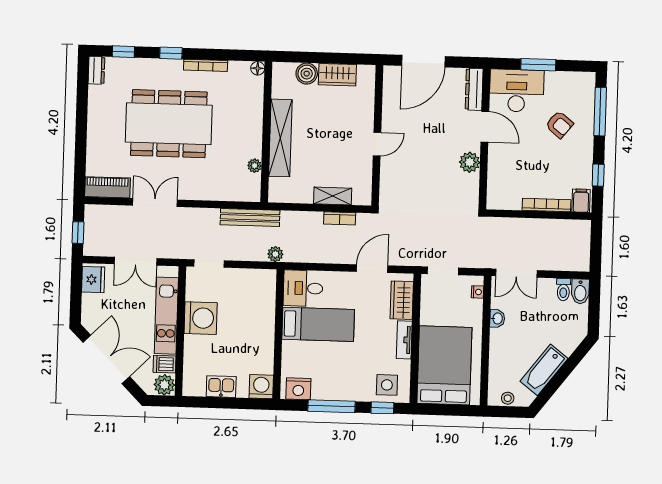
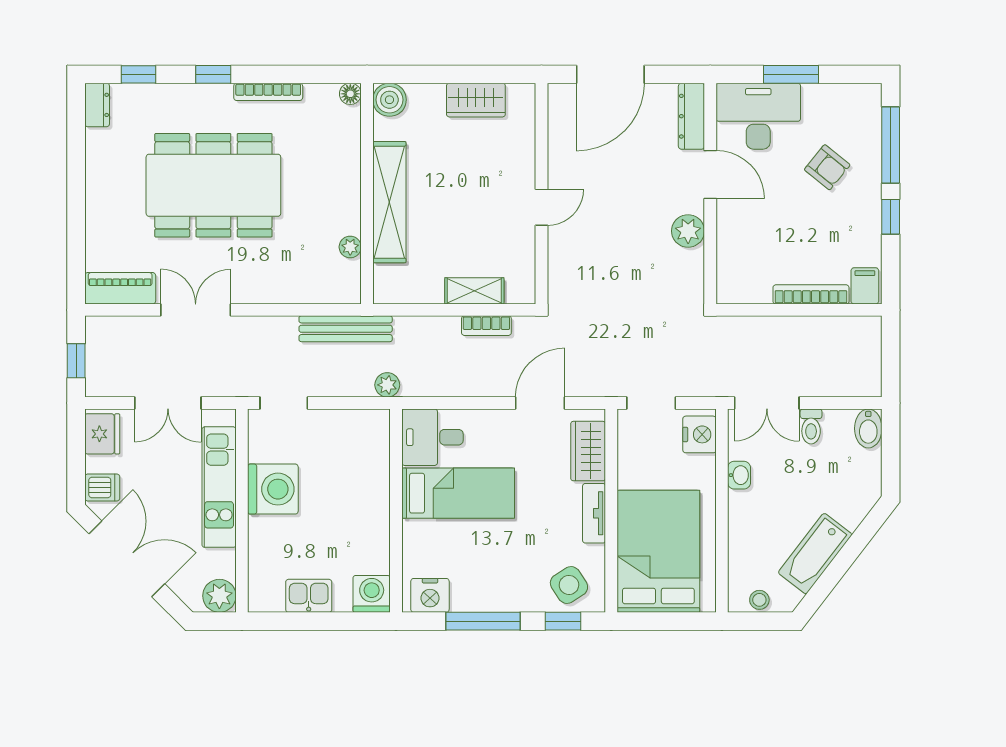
boiler: (307, 74) -> (389, 100), moved
window: (598, 175) -> (891, 217), moved
toilet: (563, 290) -> (811, 426), moved
nightstand: (478, 292) -> (699, 434), width x1.89, depth x1.79
dishwasher: (165, 364) -> (102, 487), moved, turned 180
side table: (387, 385) -> (569, 585), turned -33

